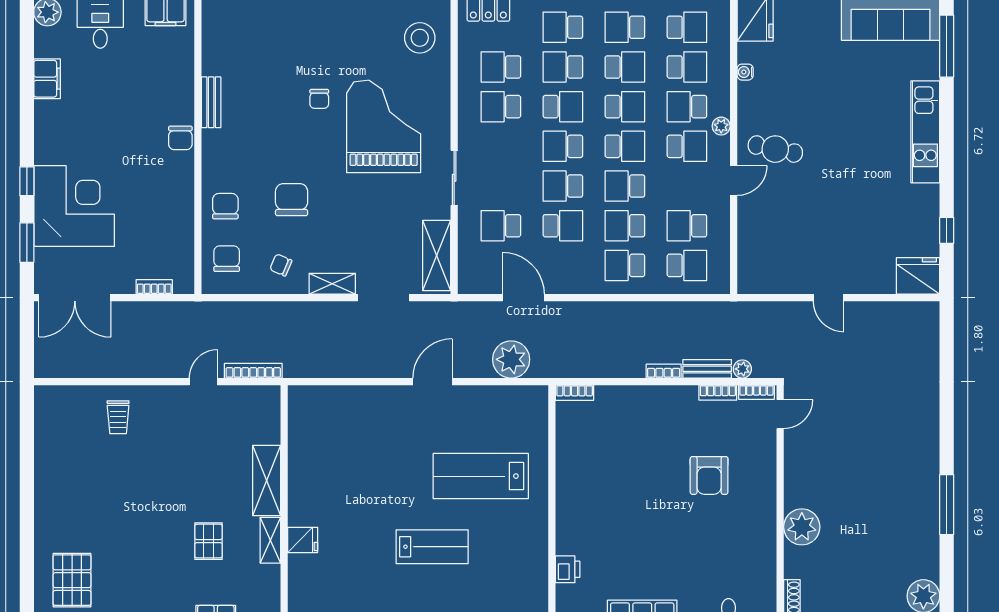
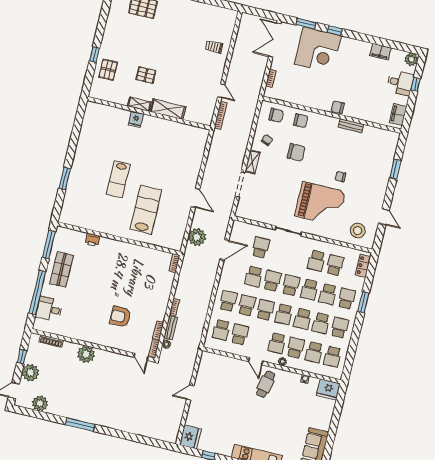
school desk: (563, 67) -> (328, 294), turned 180
school desk: (501, 107) -> (316, 261), turned 180
shelving: (437, 255) -> (254, 214), removed

